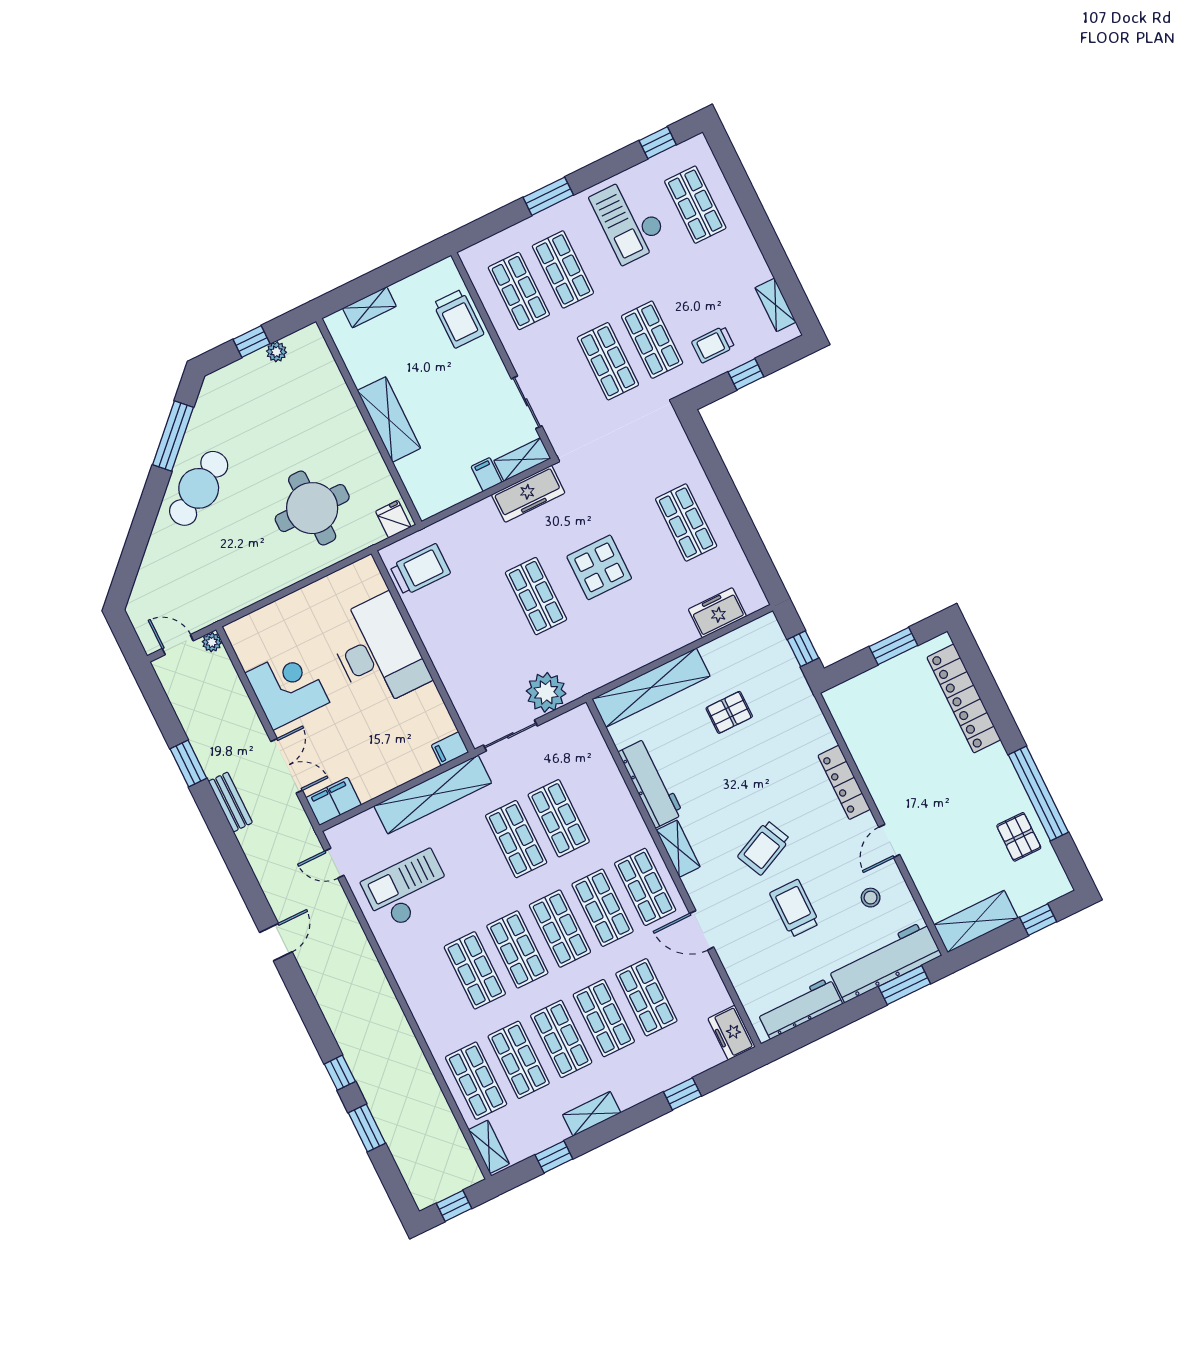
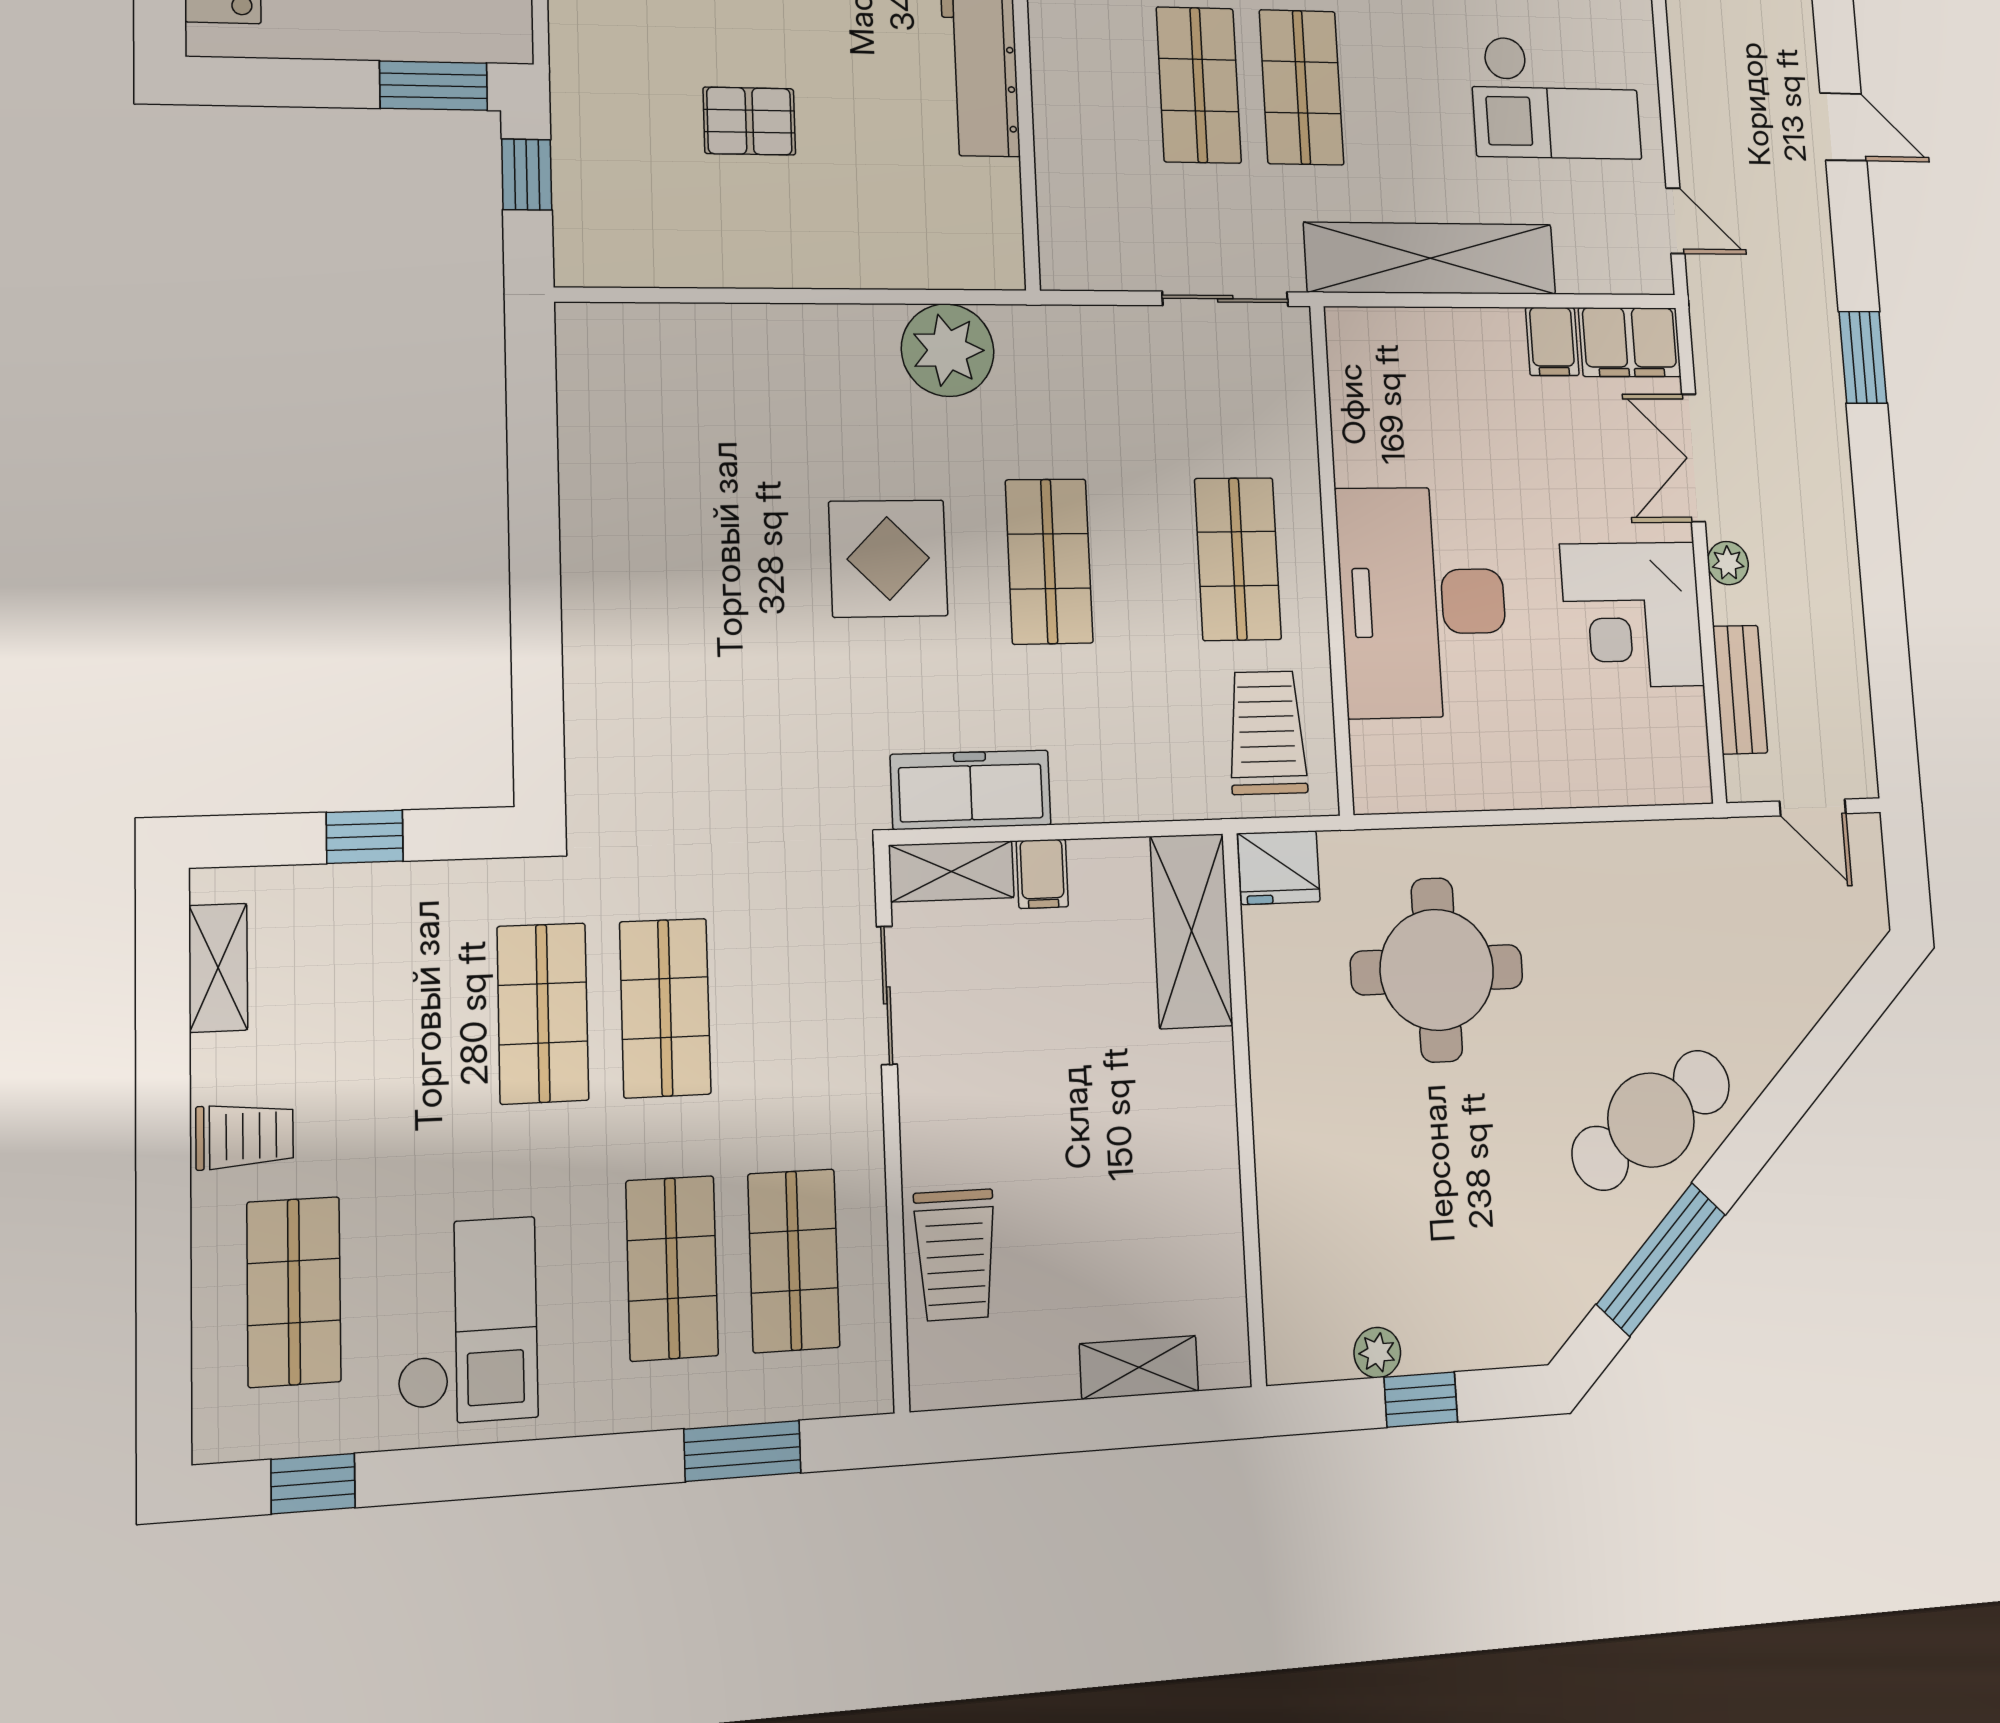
window: (548, 196) -> (742, 1451), moved
trolley: (458, 319) -> (955, 1255), turned 180
trolley: (713, 344) -> (245, 1136), moved
shelving: (389, 419) -> (1191, 931), moved
fridge: (393, 519) -> (1279, 868), width x1.38
shop shelf: (686, 523) -> (1238, 559), moved
trolley: (420, 570) -> (1267, 733), turned 90
freezer: (717, 613) -> (677, 340), removed
plant: (212, 642) -> (1728, 563), moved
window: (893, 646) -> (434, 86), moved
shelving: (651, 688) -> (891, 253), removed
plant: (546, 692) -> (948, 350), moved
filing cabinet: (450, 749) -> (1552, 341), moved, turned 90
window: (188, 763) -> (1863, 357), moved
bench: (230, 802) -> (1740, 690), moved
door: (276, 942) -> (1843, 127), swing flipped

